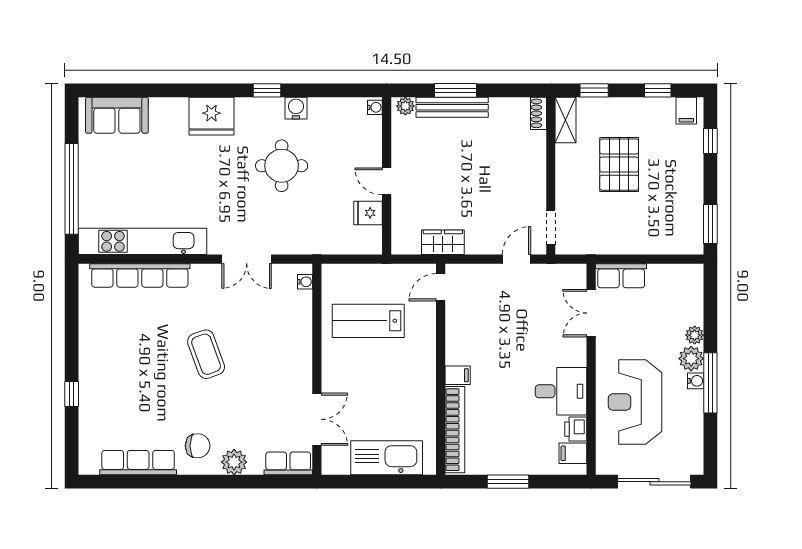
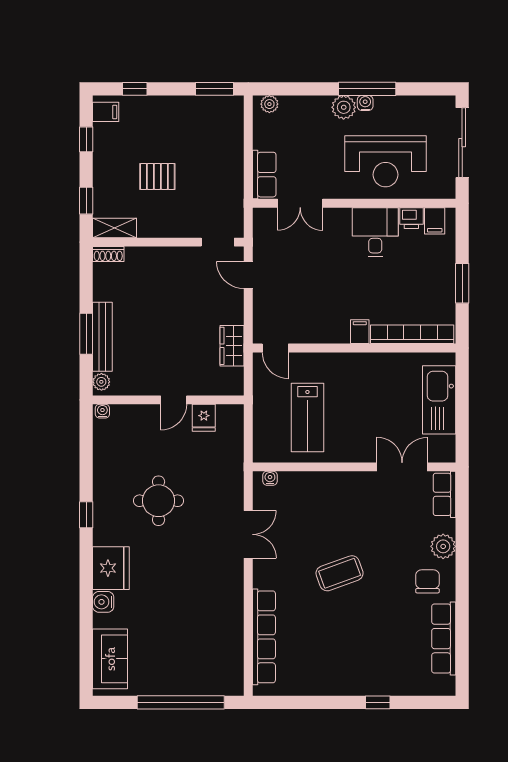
water cooler: (296, 108) -> (103, 602), moved
pallet: (619, 165) -> (157, 176), width x0.67, depth x0.71
kitchen unit: (143, 241) -> (231, 634), removed
plant: (695, 335) -> (269, 104), moved

